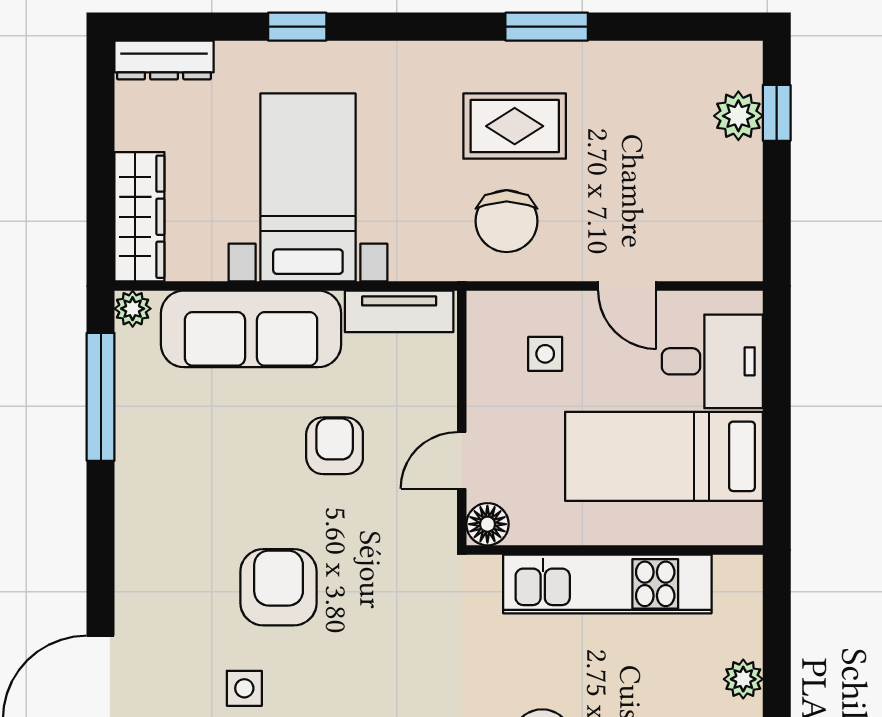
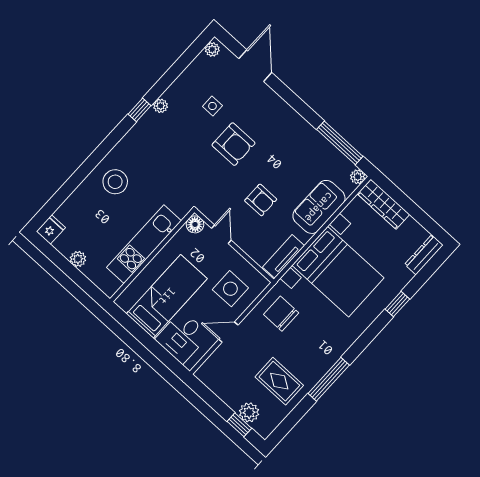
window: (547, 27) -> (329, 379), width x1.44
rug: (515, 126) -> (279, 381), moved, turned 90
bed with nightstands: (308, 187) -> (338, 272), width x1.36
sofa: (251, 329) -> (319, 207), width x0.73
side table: (545, 354) -> (230, 289), width x1.87, depth x1.87

